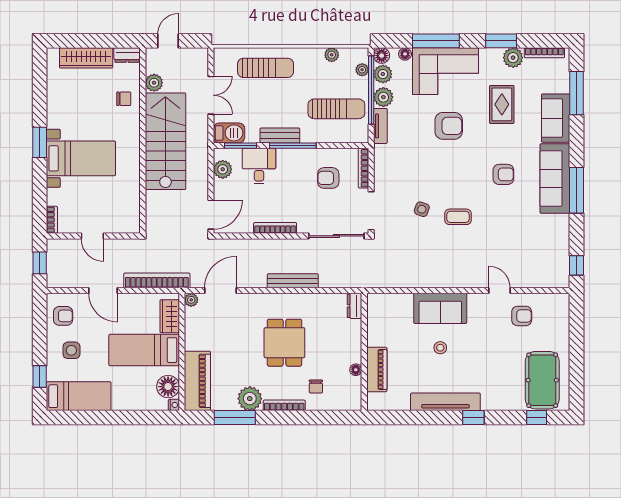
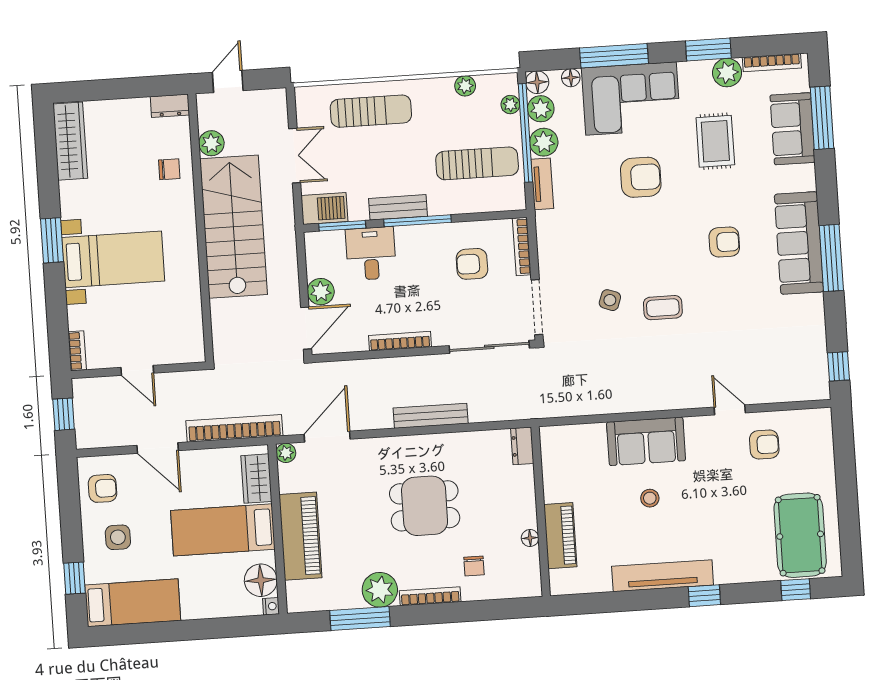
wardrobe: (86, 58) -> (70, 141), moved, turned -90
sofa: (556, 118) -> (793, 129), moved
plant: (223, 169) -> (321, 292), moved
dining table: (284, 343) -> (425, 506), turned 90
piano: (197, 381) -> (300, 536), moved

